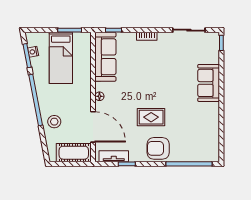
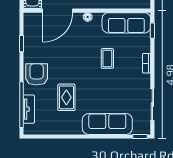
coffee table: (142, 76) -> (107, 58), added
sofa: (209, 83) -> (107, 124), width x1.36
rug: (151, 117) -> (66, 97), moved
tv unit: (114, 156) -> (29, 109), moved

